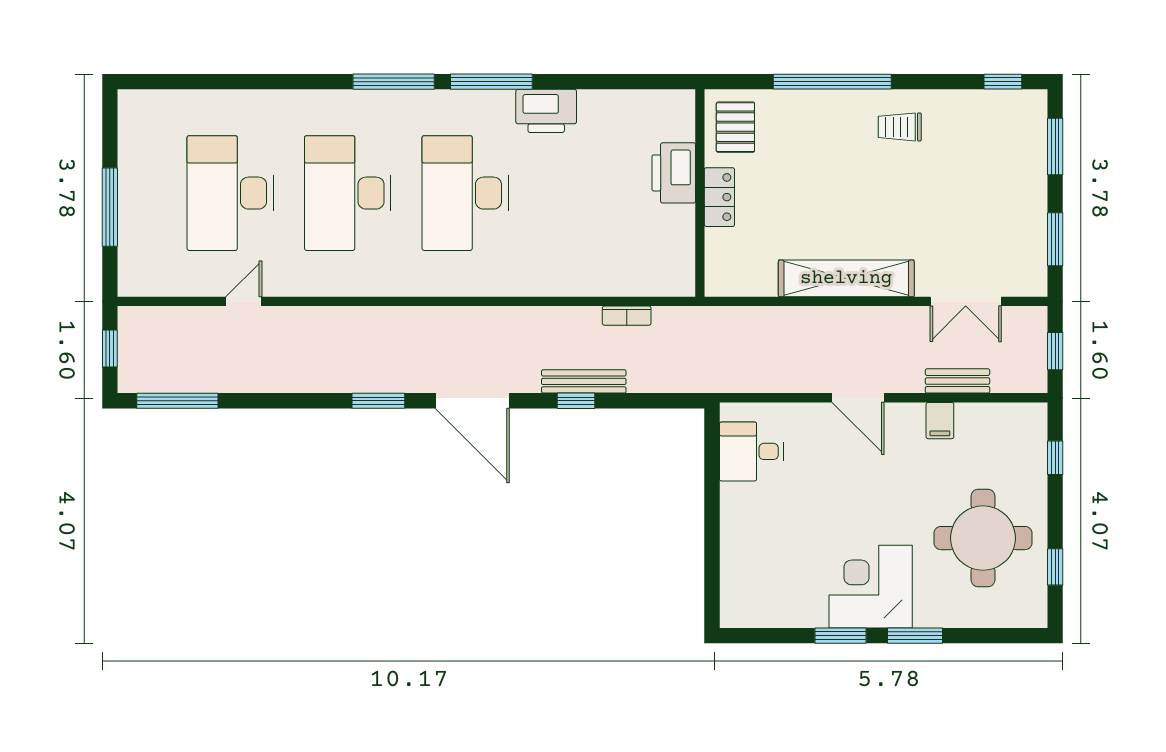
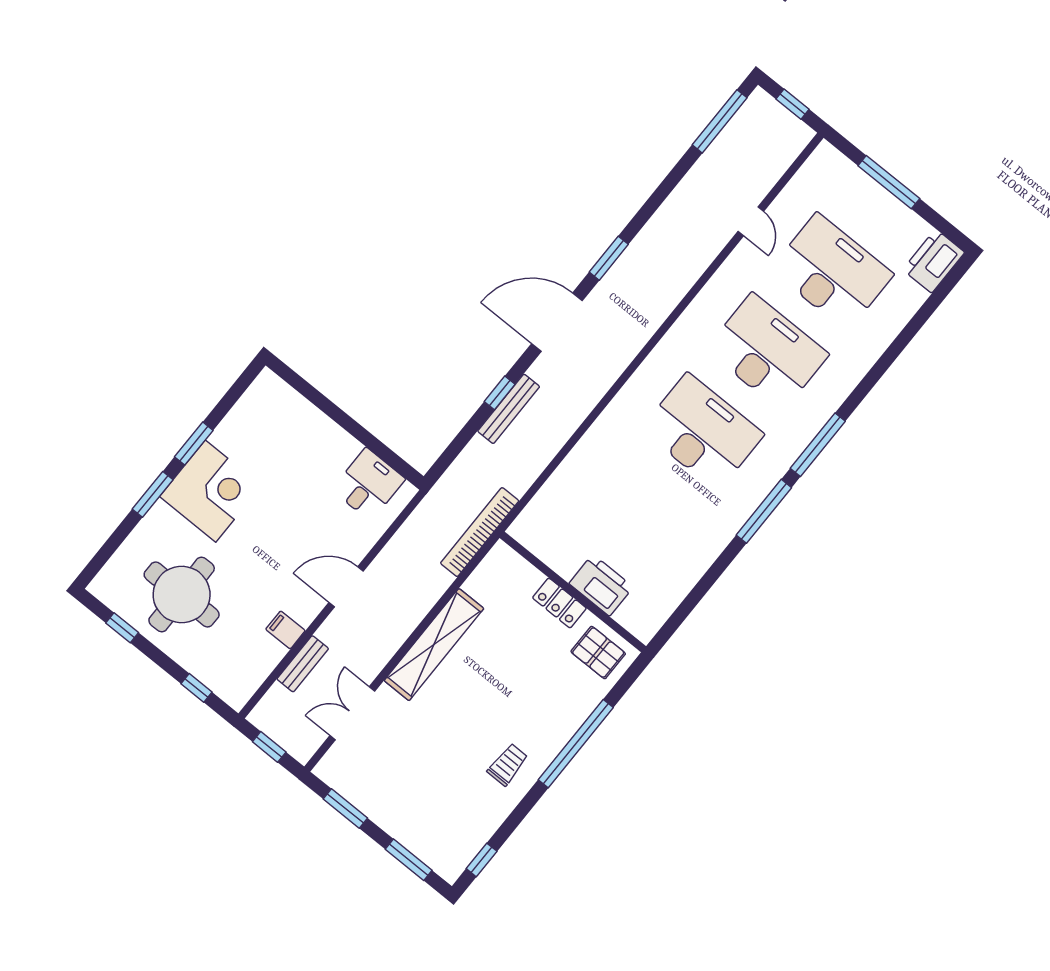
printer: (546, 111) -> (934, 261), moved
bookcase: (627, 316) -> (480, 532), moved, width x2.31, depth x1.31

